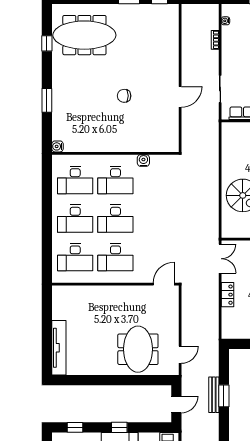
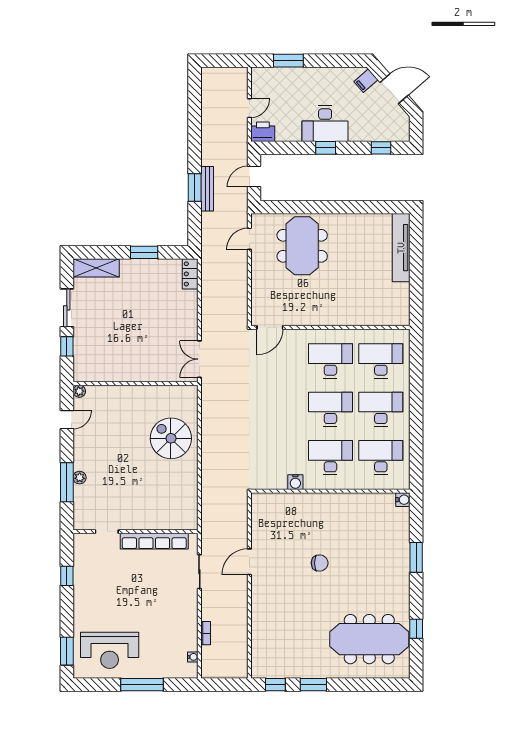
locker: (227, 295) -> (190, 274), moved

